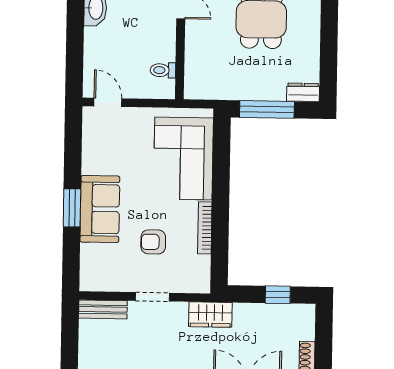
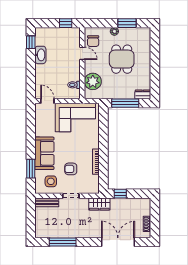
plant: (201, 64) -> (93, 81), added
corner sofa: (183, 159) -> (75, 117), moved, turned -90
window: (72, 208) -> (31, 169), moved
side table: (112, 267) -> (51, 181), added
window: (278, 295) -> (120, 194), moved

